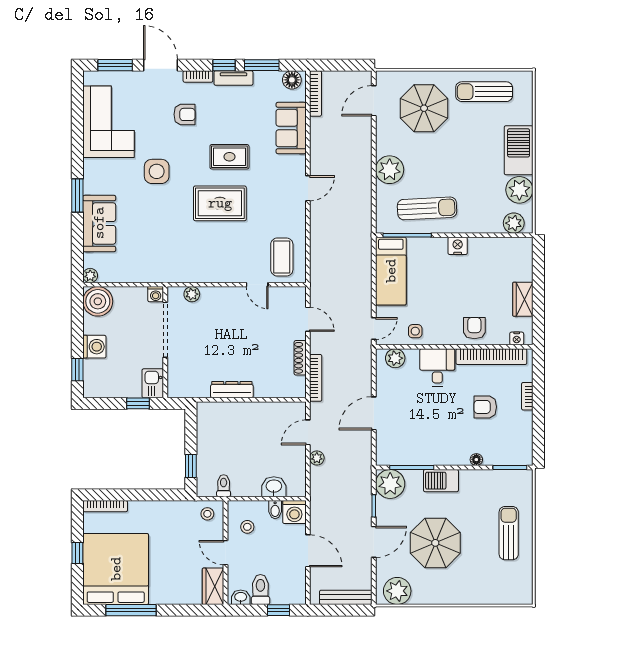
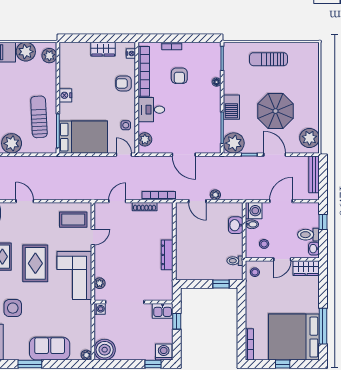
corner sofa: (203, 258) -> (74, 275), added
bed: (391, 271) -> (83, 137), width x1.50
washing machine: (94, 347) -> (164, 352), moved

